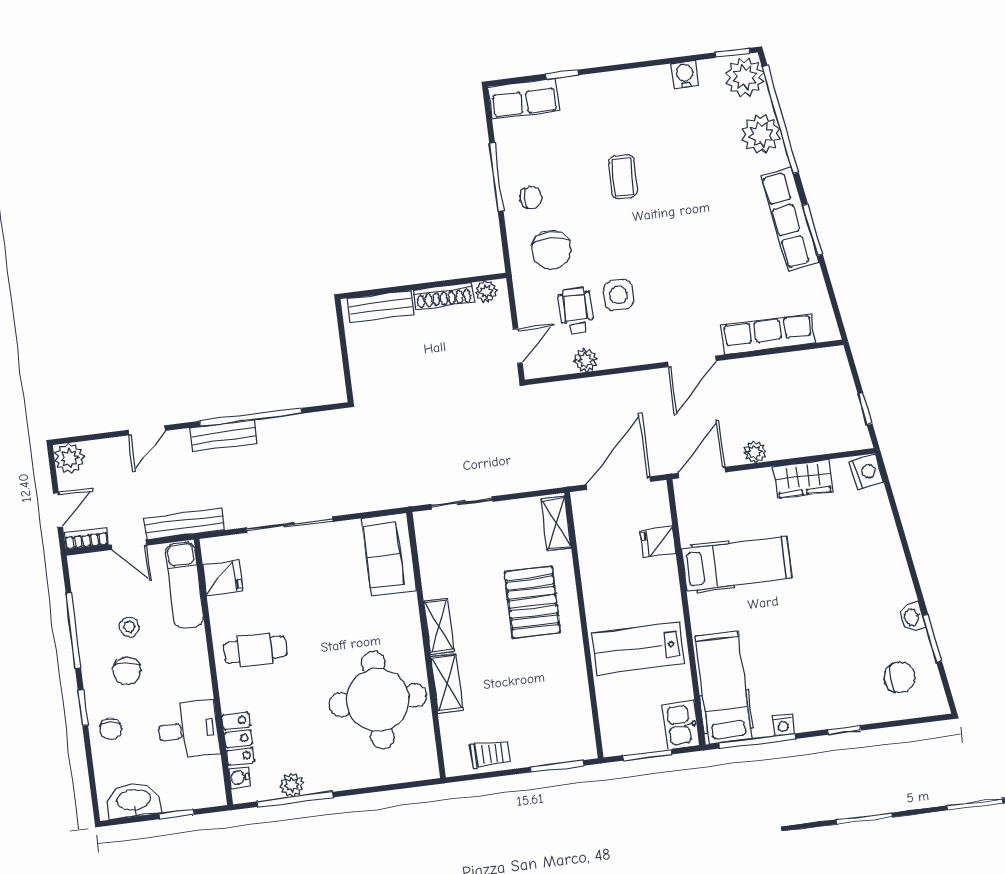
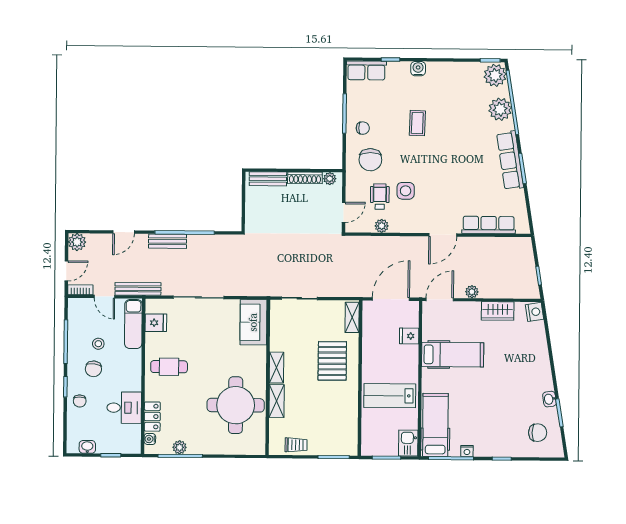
water cooler: (685, 74) -> (418, 69), moved
washbasin: (134, 800) -> (87, 447), width x0.52, depth x0.69

